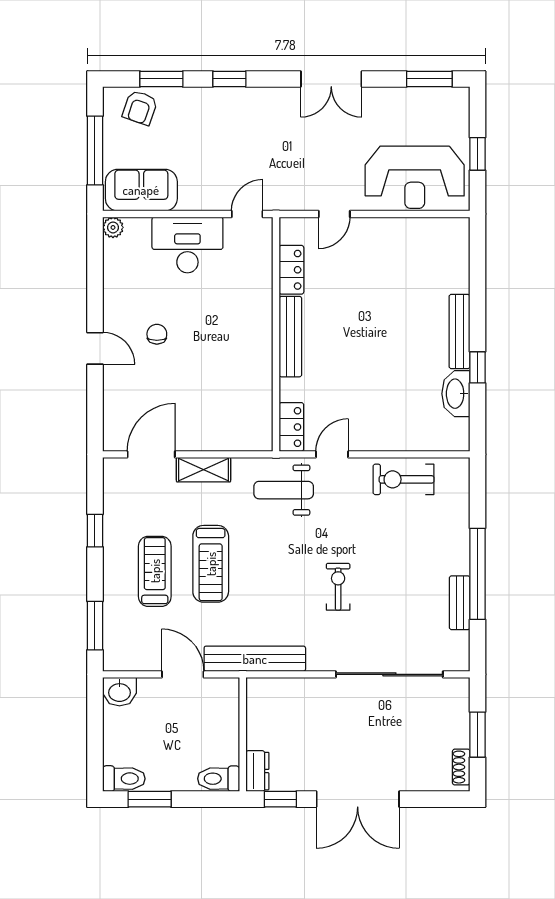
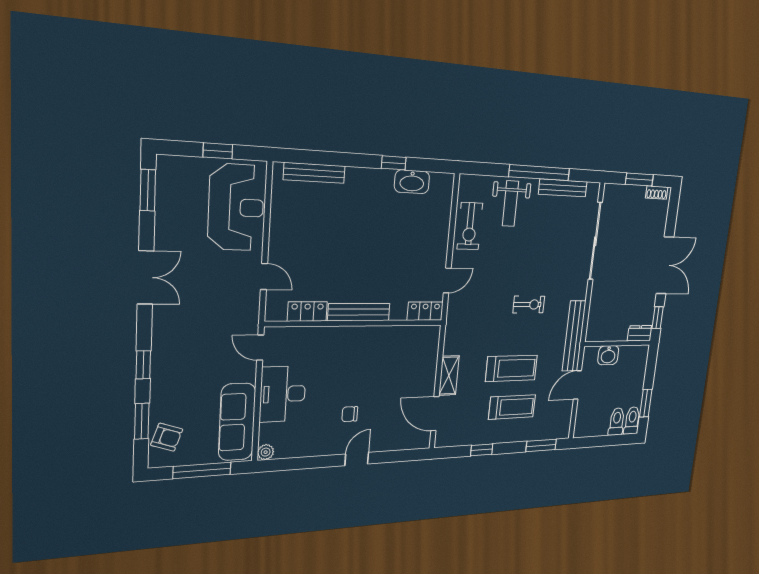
sofa: (141, 190) -> (237, 422), width x1.36
bench: (459, 331) -> (314, 173), moved
door: (332, 454) -> (447, 280), swing flipped
weight bench: (284, 490) -> (510, 204), moved
treadmill: (155, 571) -> (512, 407), turned 180
exercise bike: (338, 587) -> (529, 304), moved, turned 180
bench: (460, 603) -> (563, 188), width x1.36
washbasin: (119, 692) -> (608, 355), moved, turned 90
toilet: (219, 779) -> (617, 422), moved, turned 180

